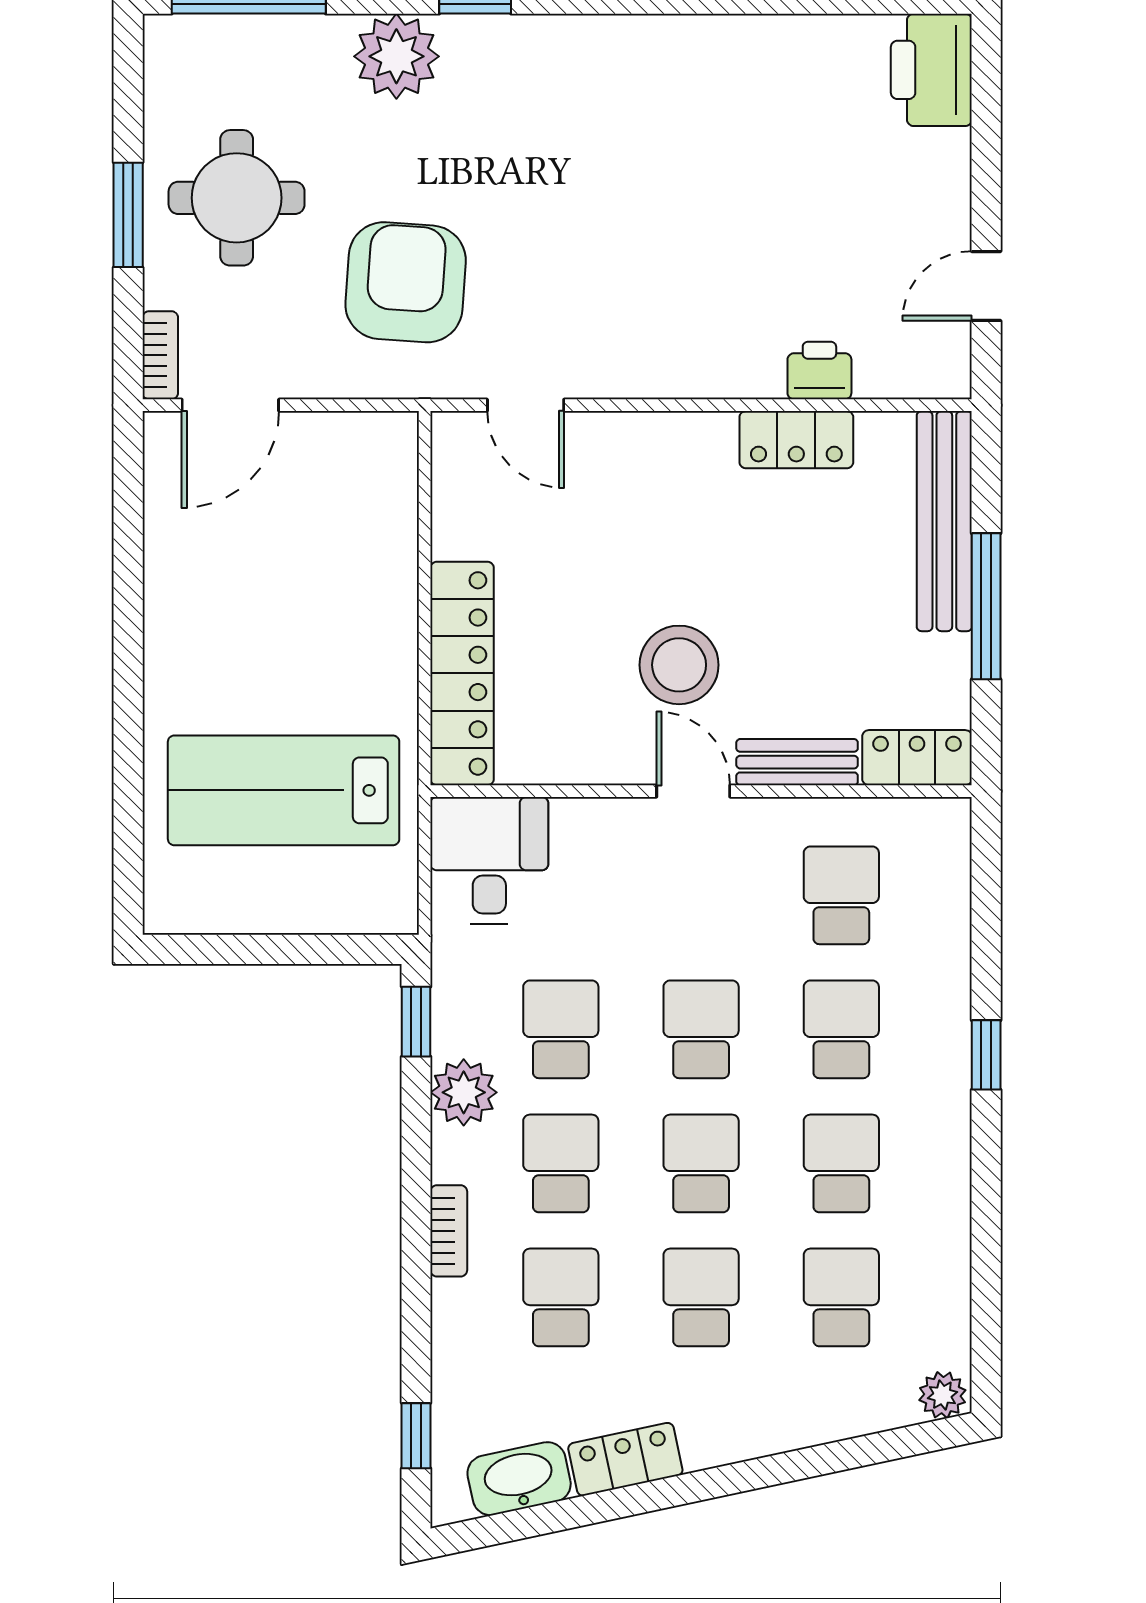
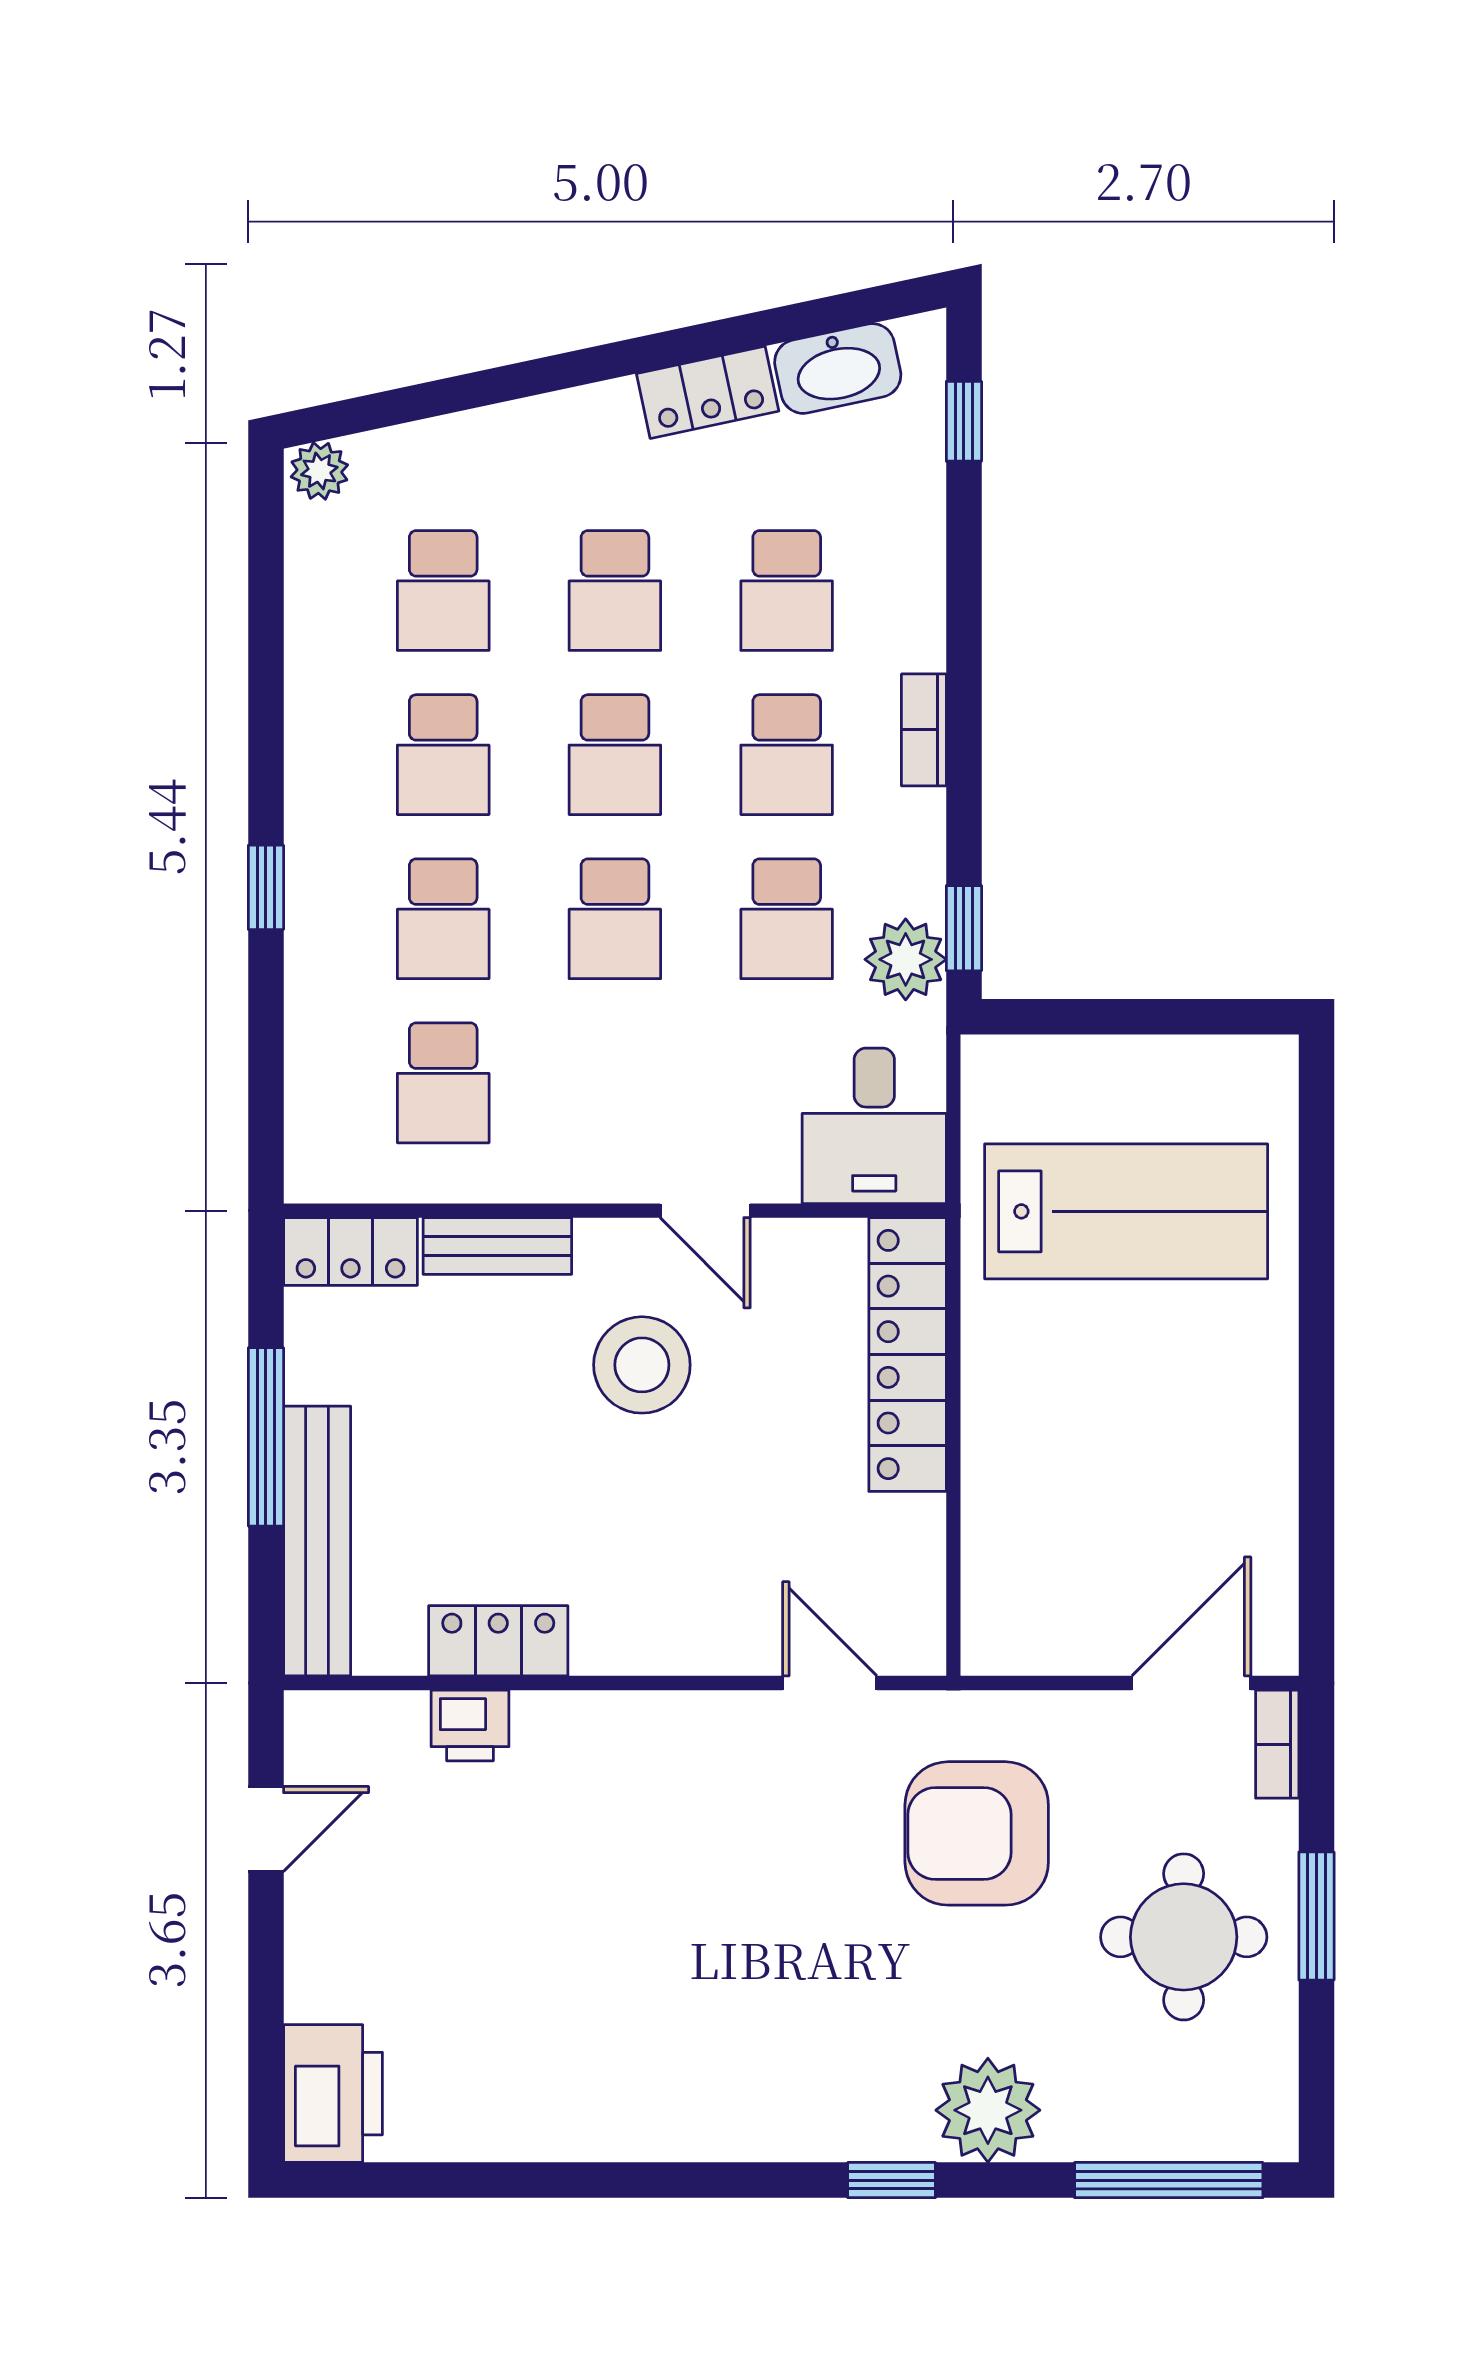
armchair: (406, 282) -> (977, 1833), turned 86
door: (693, 791) -> (705, 1211), moved
plant: (464, 1092) -> (906, 959), moved
bookcase: (449, 1231) -> (924, 730), moved

